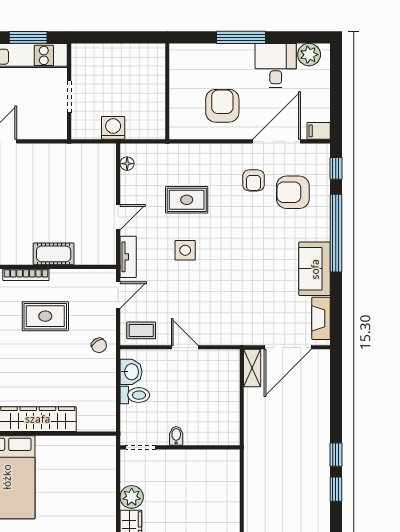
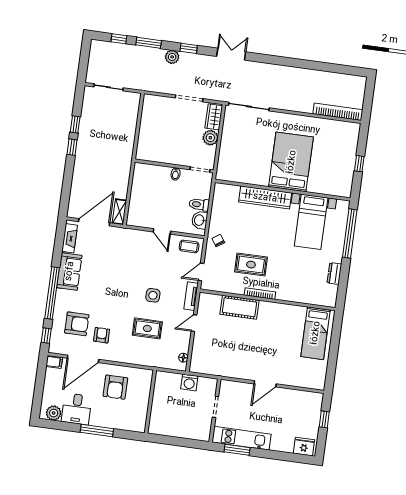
cot: (54, 254) -> (240, 307), width x1.37, depth x1.34

